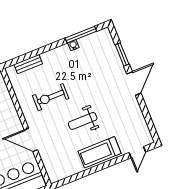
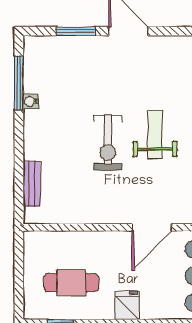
exercise bike: (51, 97) -> (108, 143), moved
weight bench: (83, 121) -> (155, 134), turned 180

